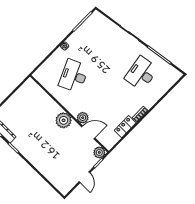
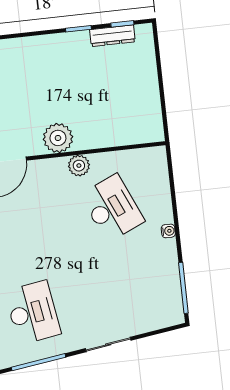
plant: (83, 118) -> (79, 166), moved

